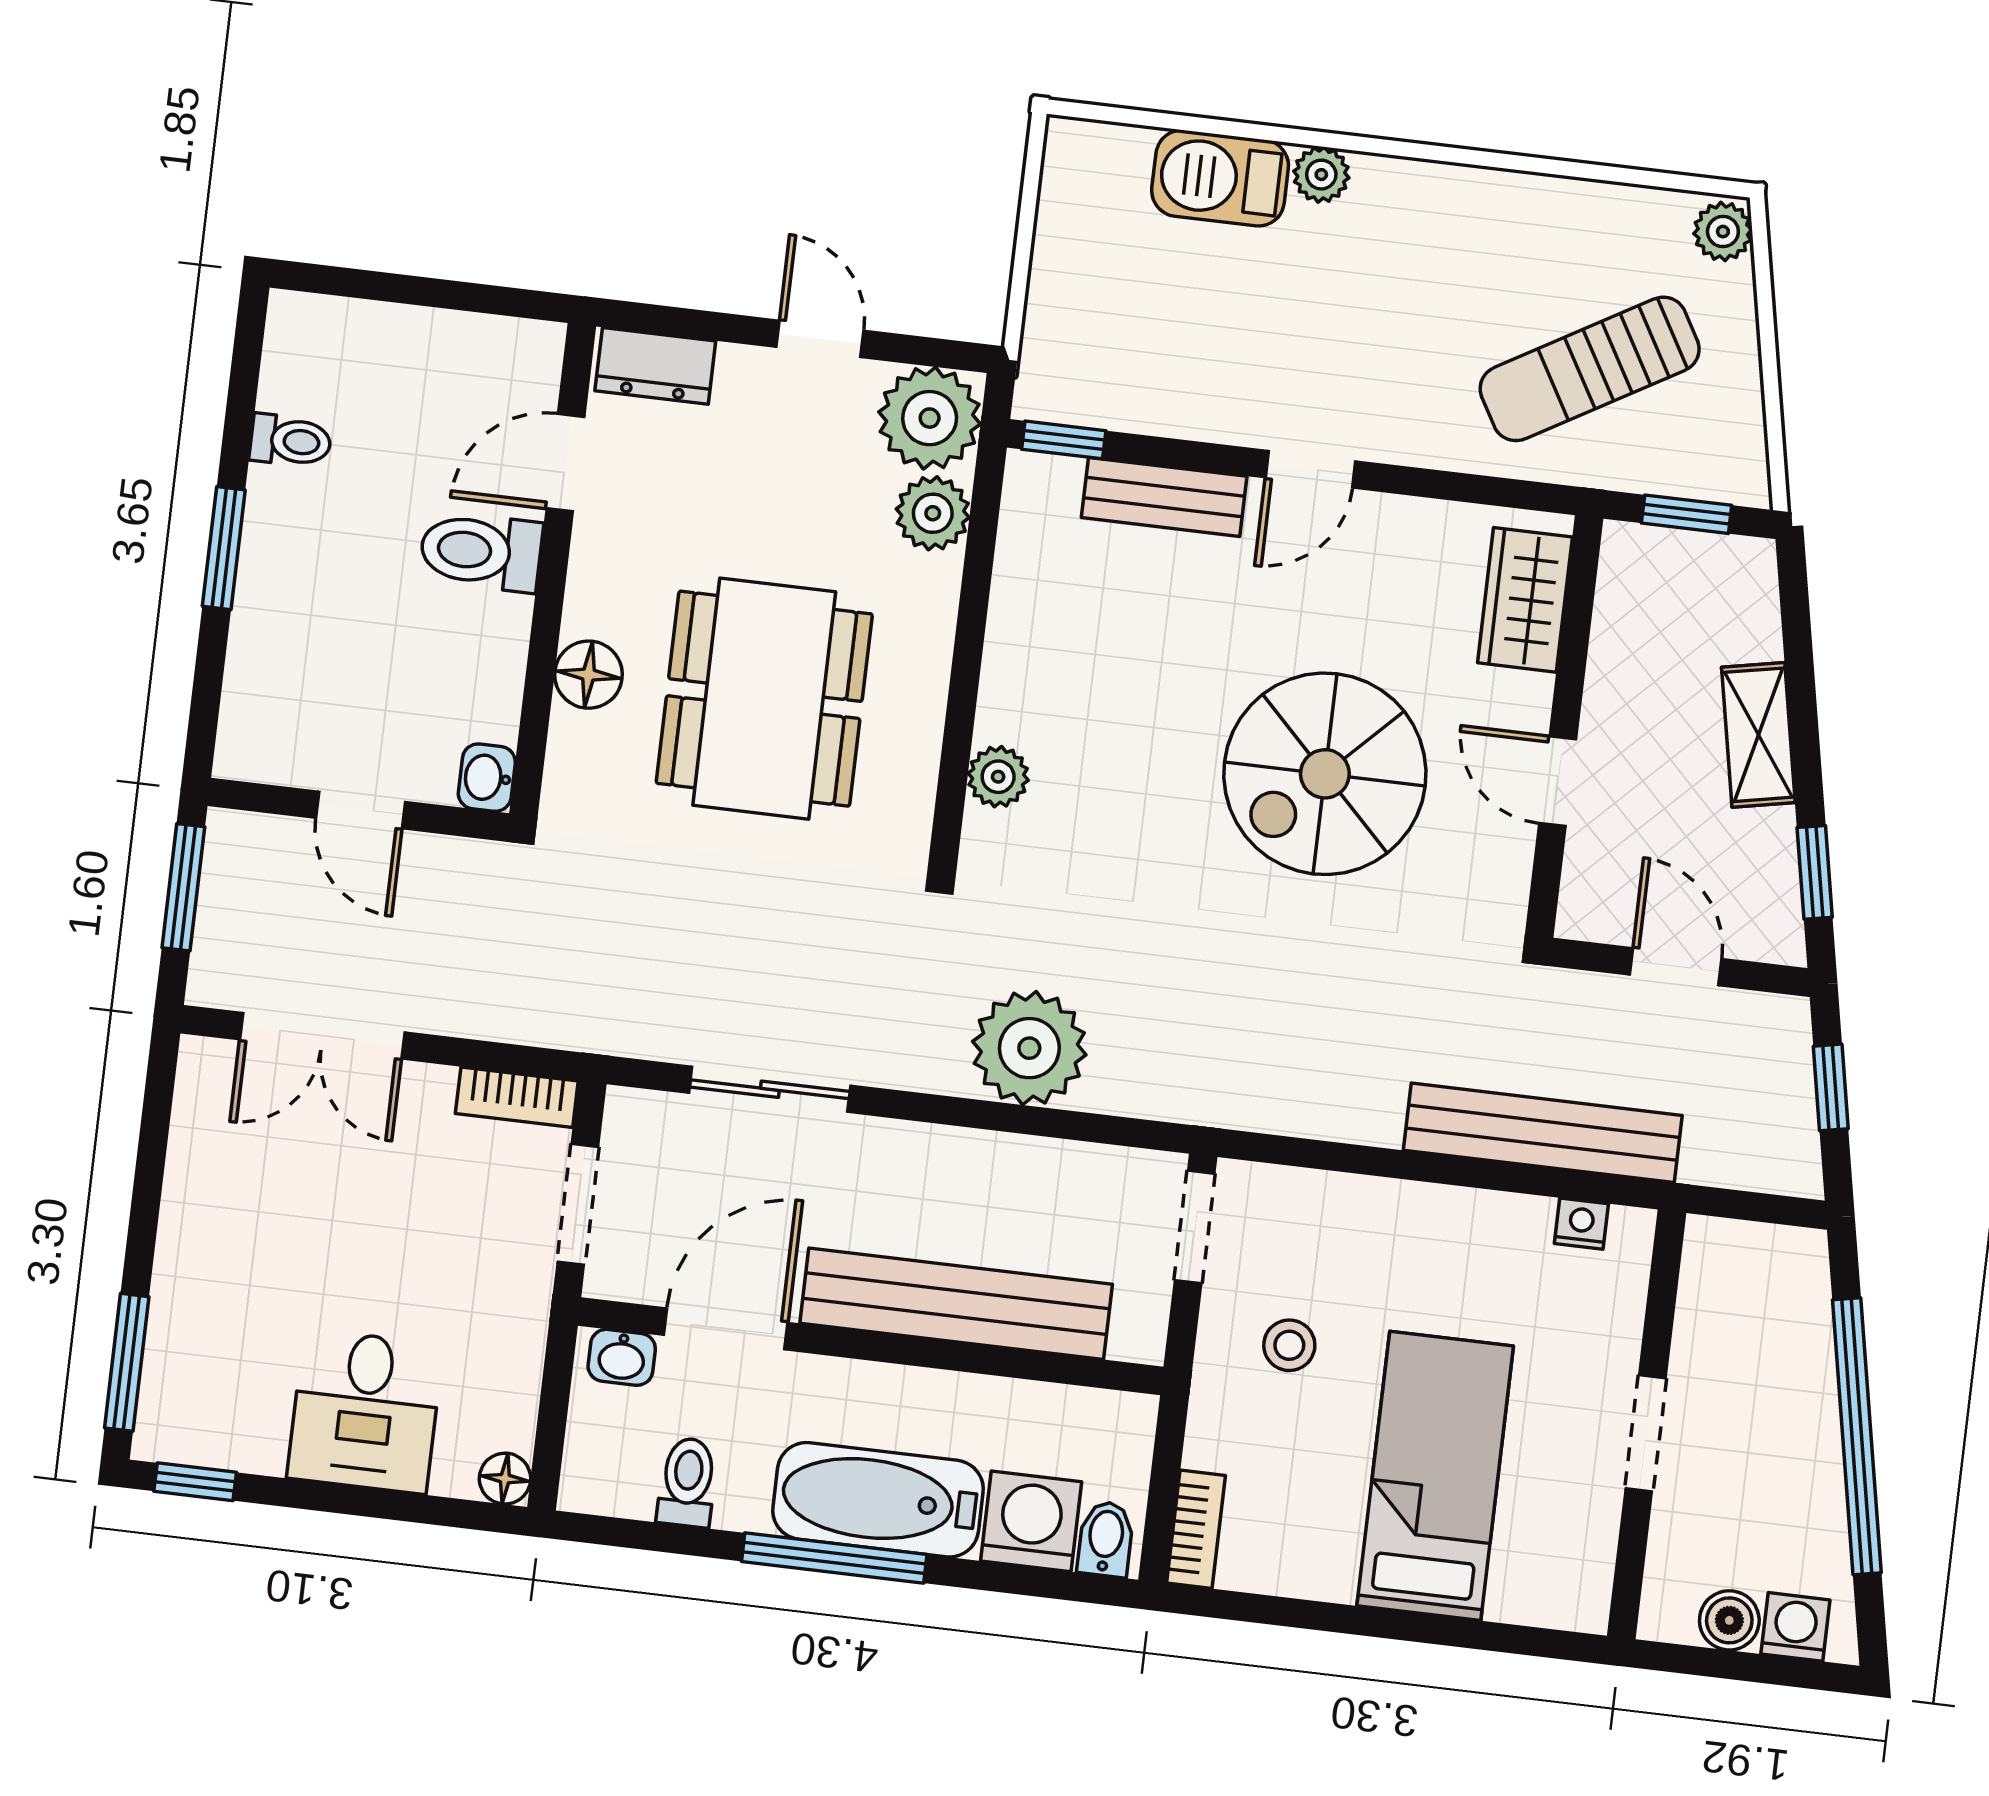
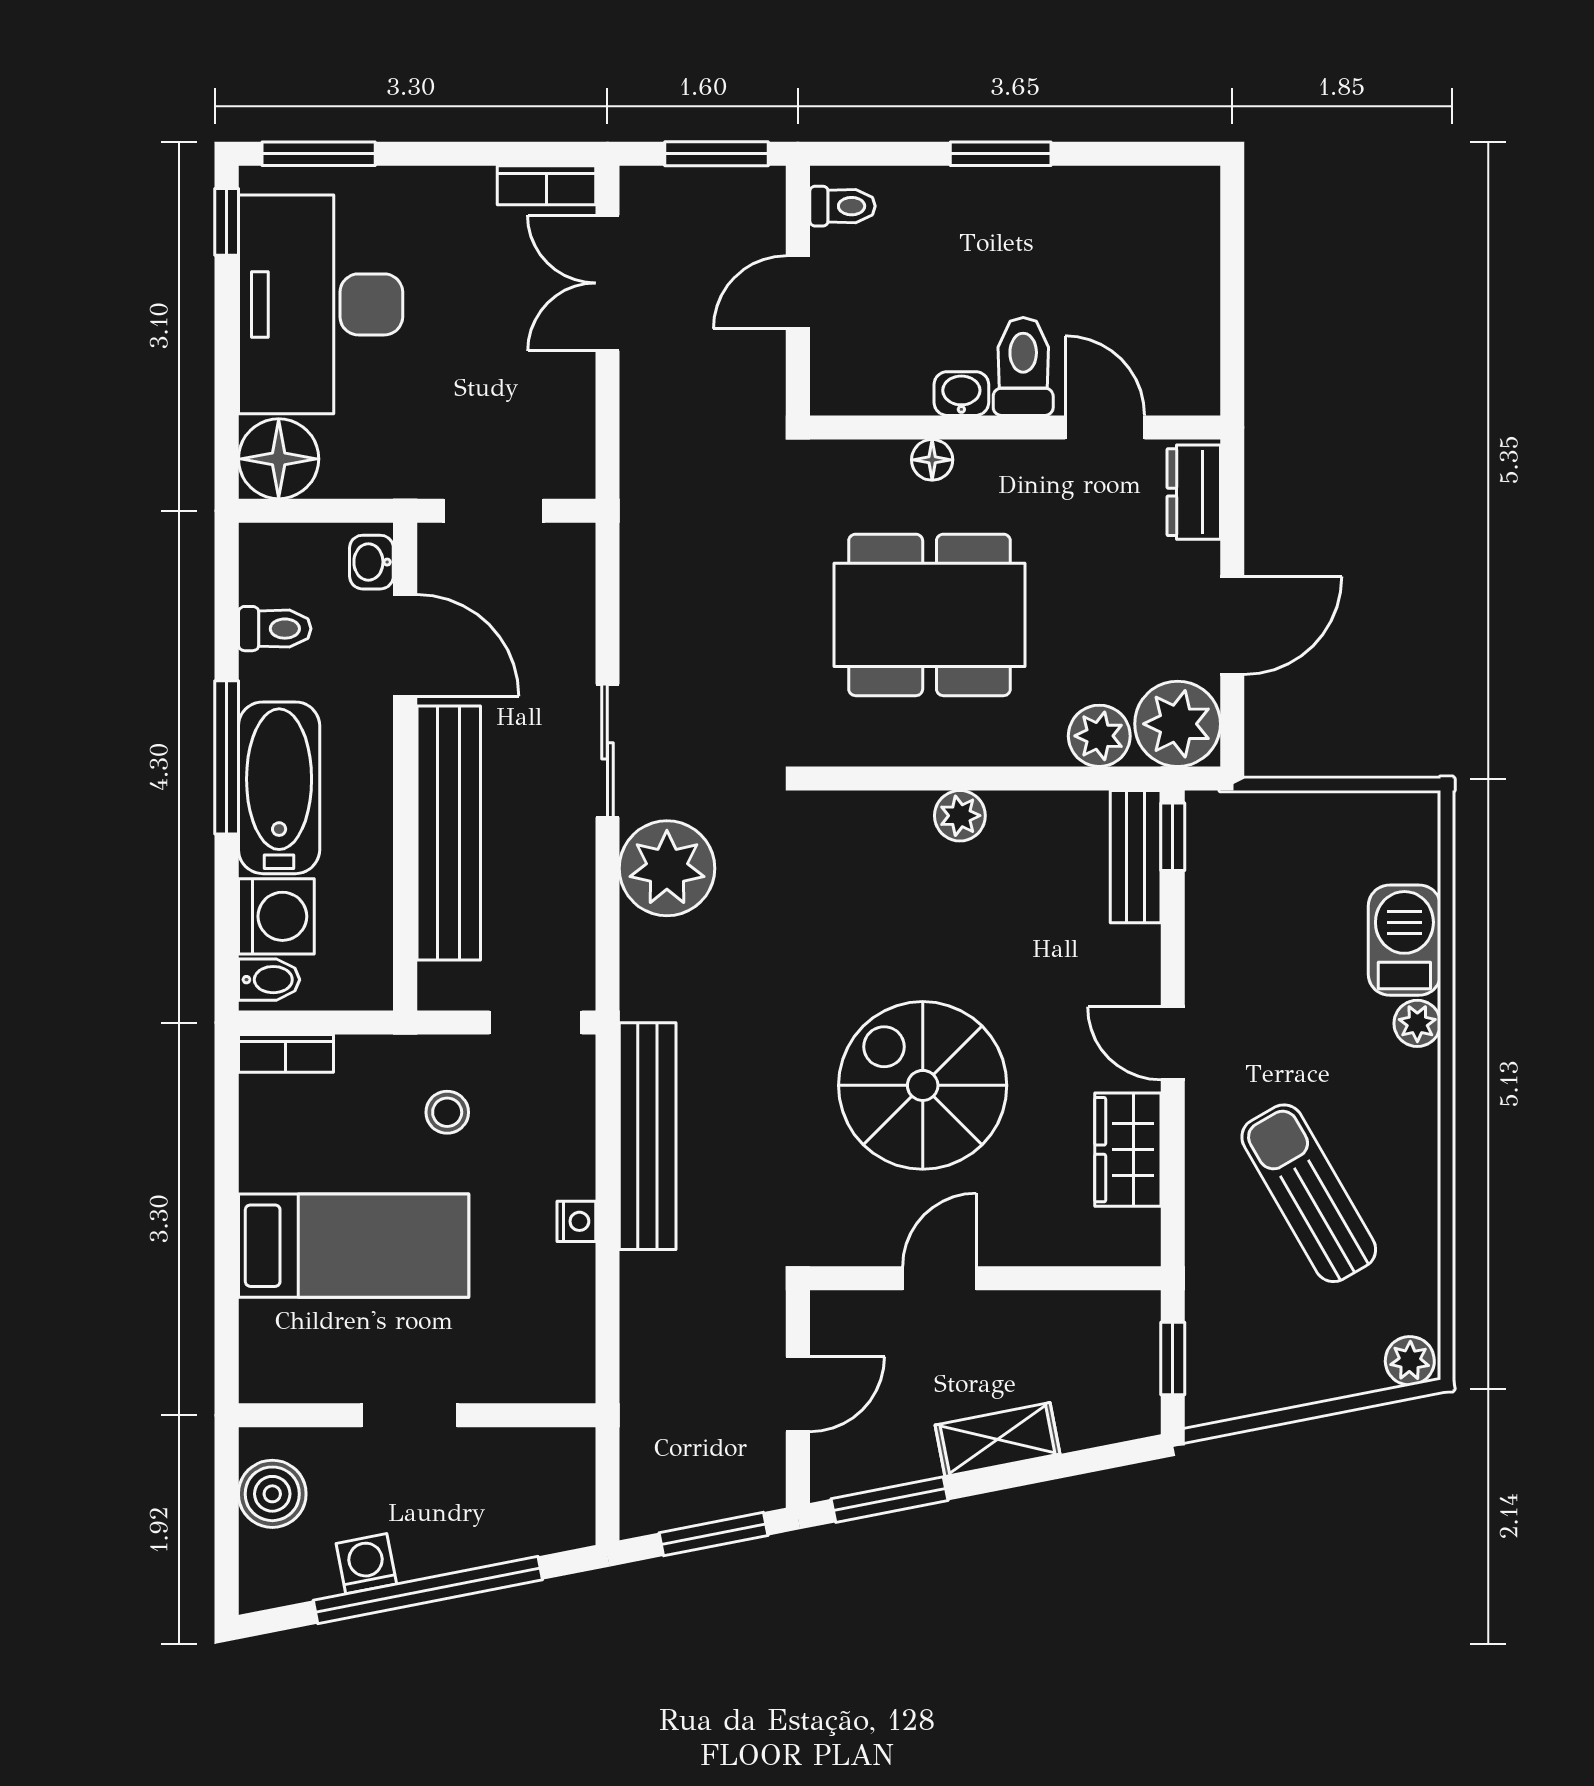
door: (820, 339) -> (1232, 626), width x1.38
sun lounger: (1590, 369) -> (1309, 1193), moved
toilet: (291, 441) -> (842, 206), moved, turned -90
bench: (1164, 497) -> (1136, 857), moved
wardrobe: (1525, 600) -> (1128, 1150), moved, turned -90
floor lamp: (589, 675) -> (932, 460), width x0.73, depth x0.73
plant: (998, 777) -> (960, 816), moved
washbasin: (487, 778) -> (961, 394), moved
window: (1815, 872) -> (890, 1500), width x1.50
window: (1831, 1087) -> (713, 1534), width x1.50
sliding door: (770, 1089) -> (607, 751), moved
bookcase: (517, 1097) -> (546, 185), moved, turned -90
bench: (1543, 1133) -> (648, 1136), moved
nightstand: (1581, 1224) -> (576, 1221), moved
desk: (365, 1411) -> (321, 304), width x1.87, depth x1.30
floor lamp: (505, 1479) -> (279, 459), width x1.89, depth x1.89
boiler: (1729, 1620) -> (272, 1494), width x1.36, depth x1.36
washing machine: (1795, 1627) -> (366, 1564), moved, turned -101

